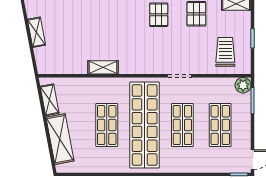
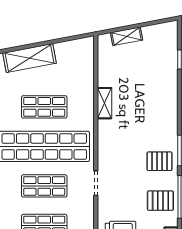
shelving: (37, 32) -> (127, 36), moved
shelving: (50, 100) -> (71, 47), removed

